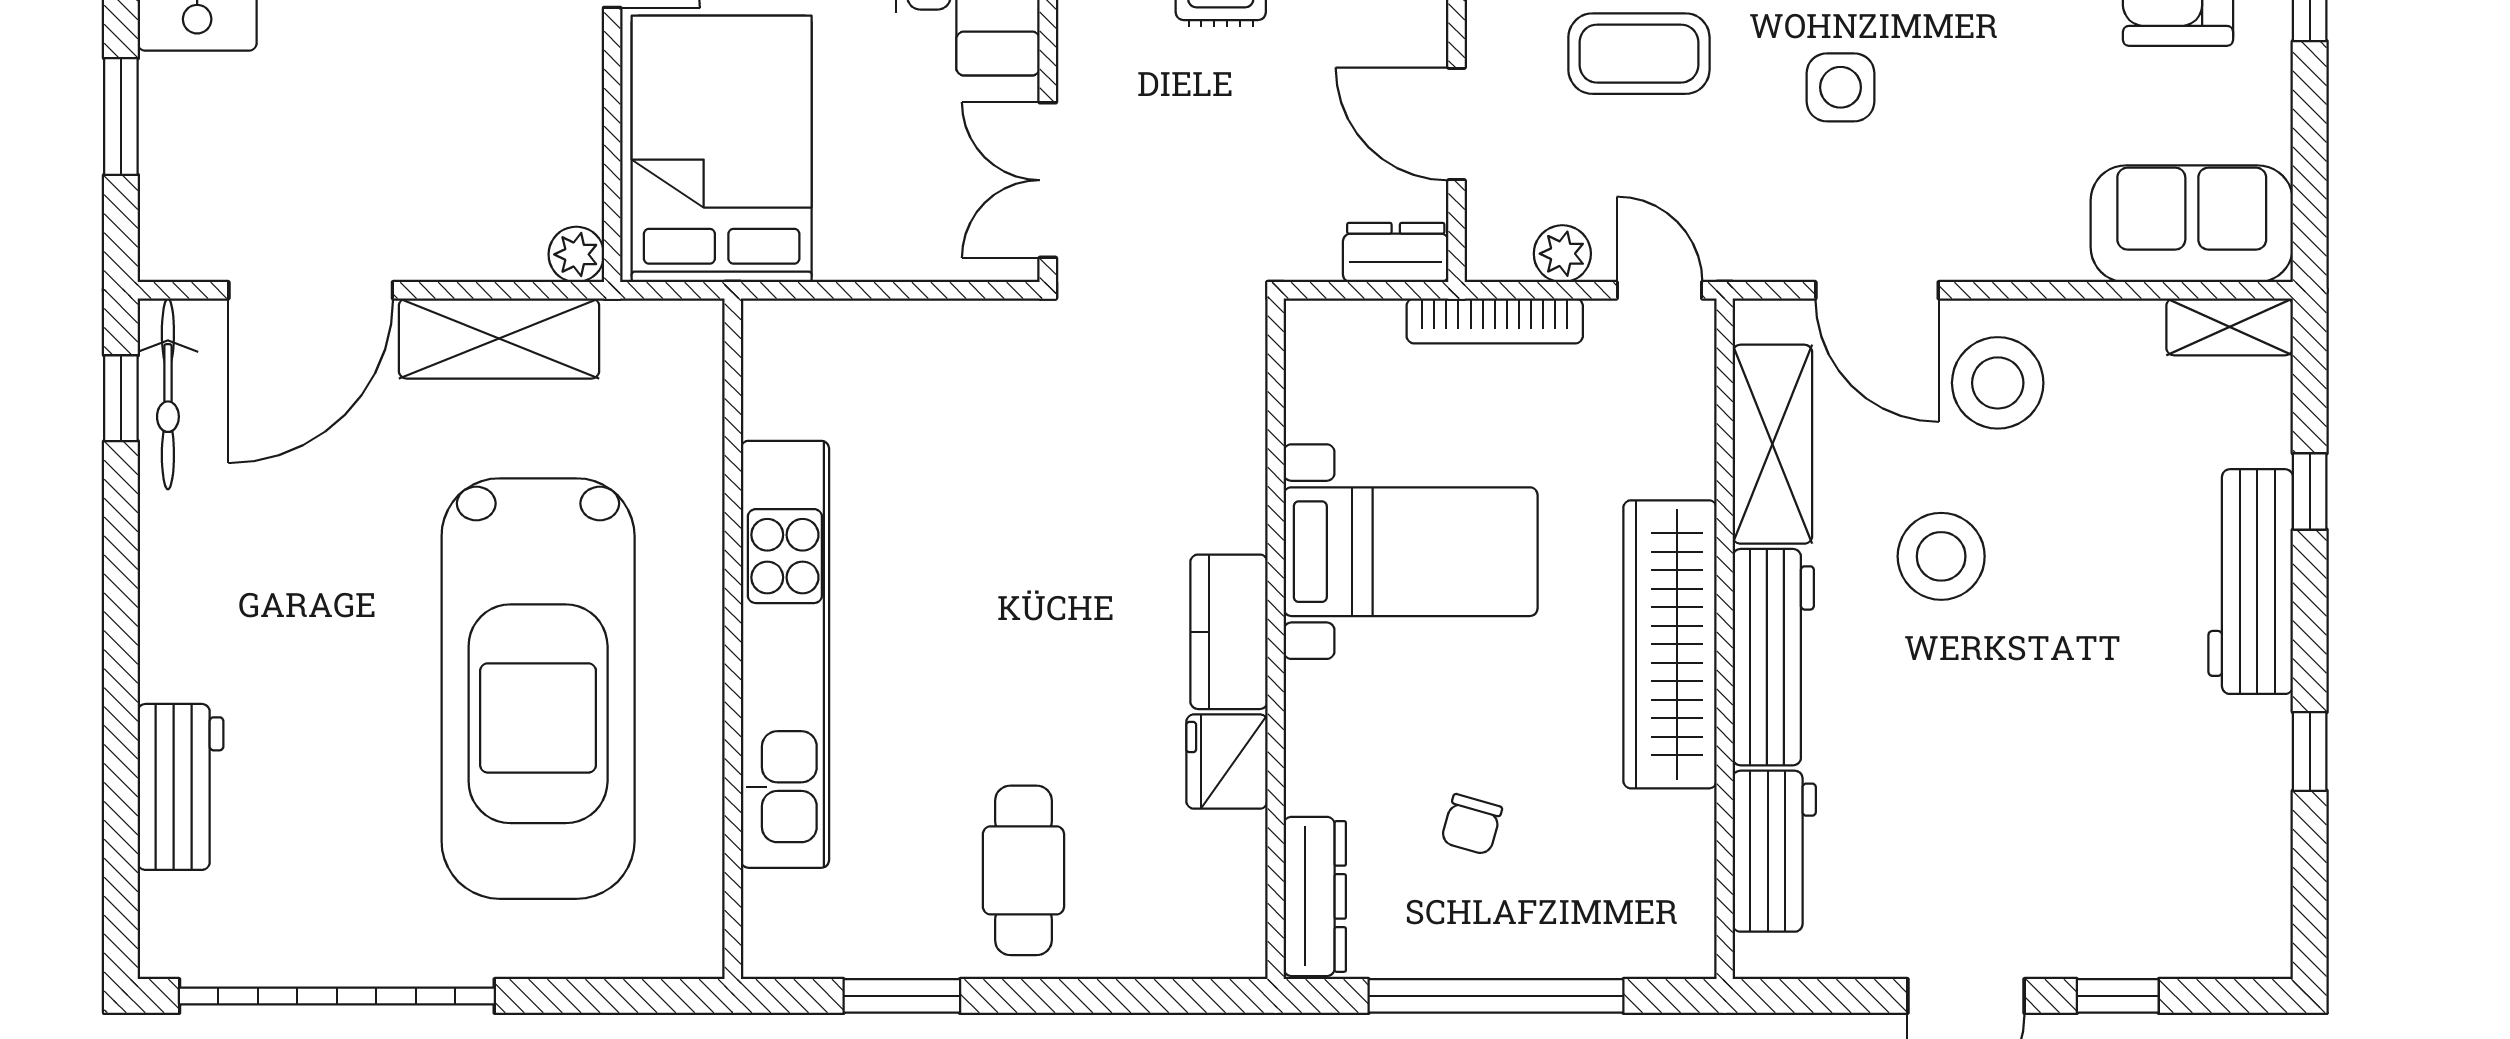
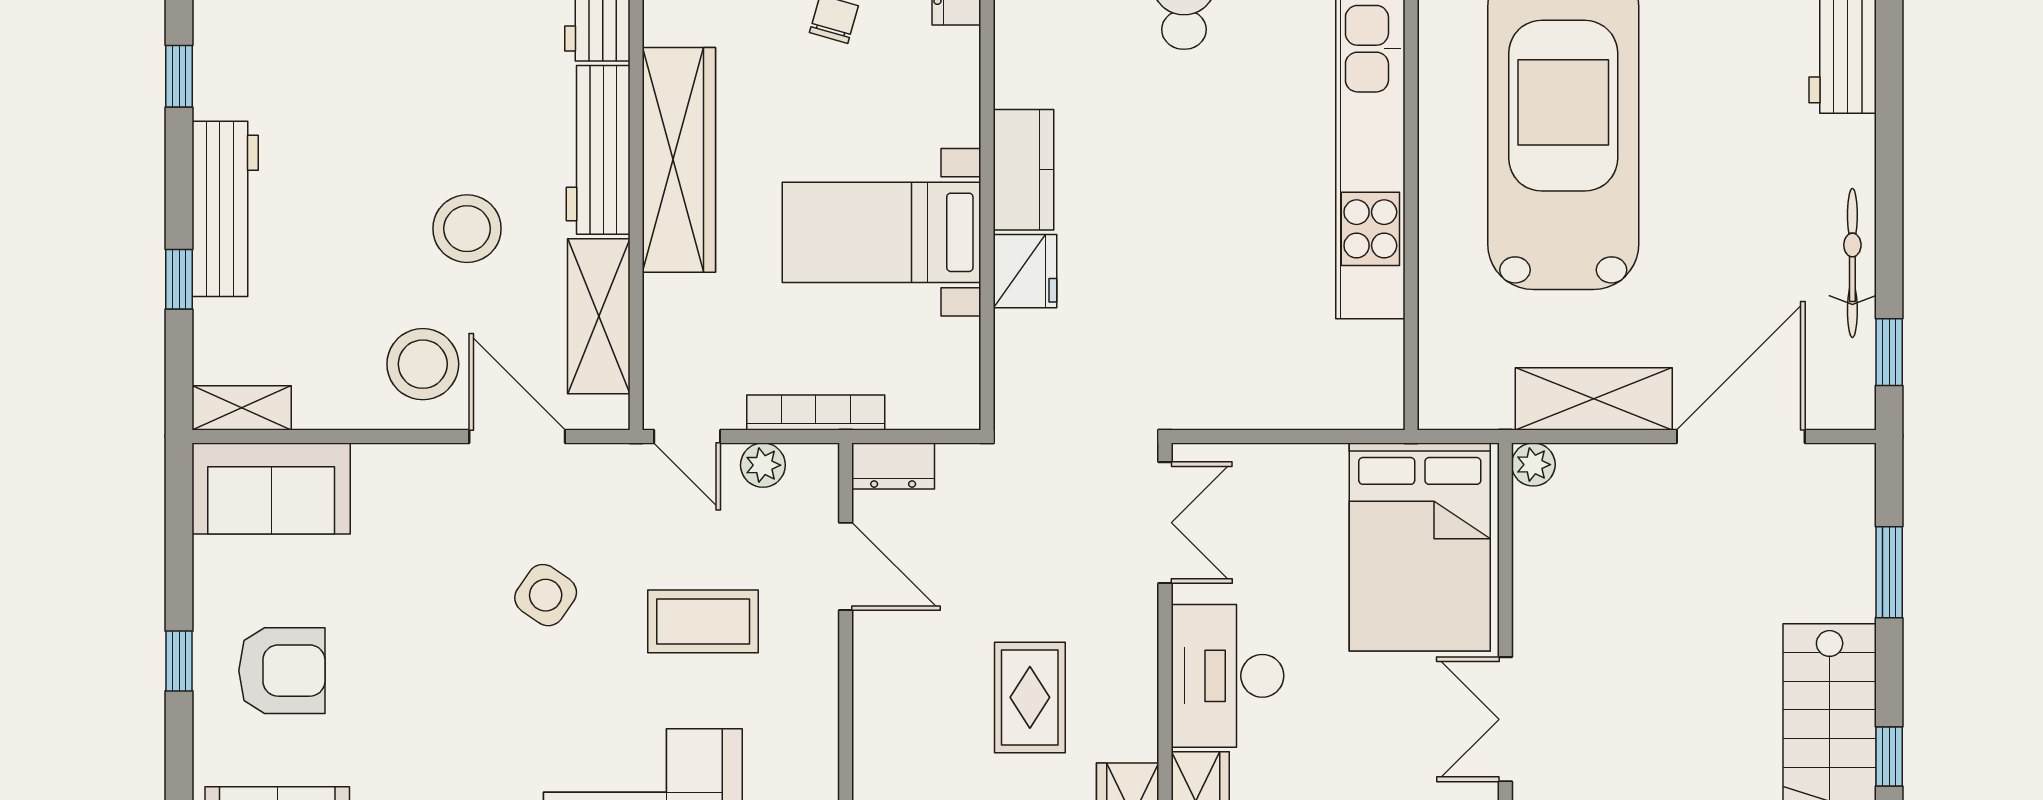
side table: (1841, 87) -> (546, 595), turned 35
bicycle: (168, 394) -> (1852, 263), moved
fridge: (1227, 762) -> (1025, 271), moved

